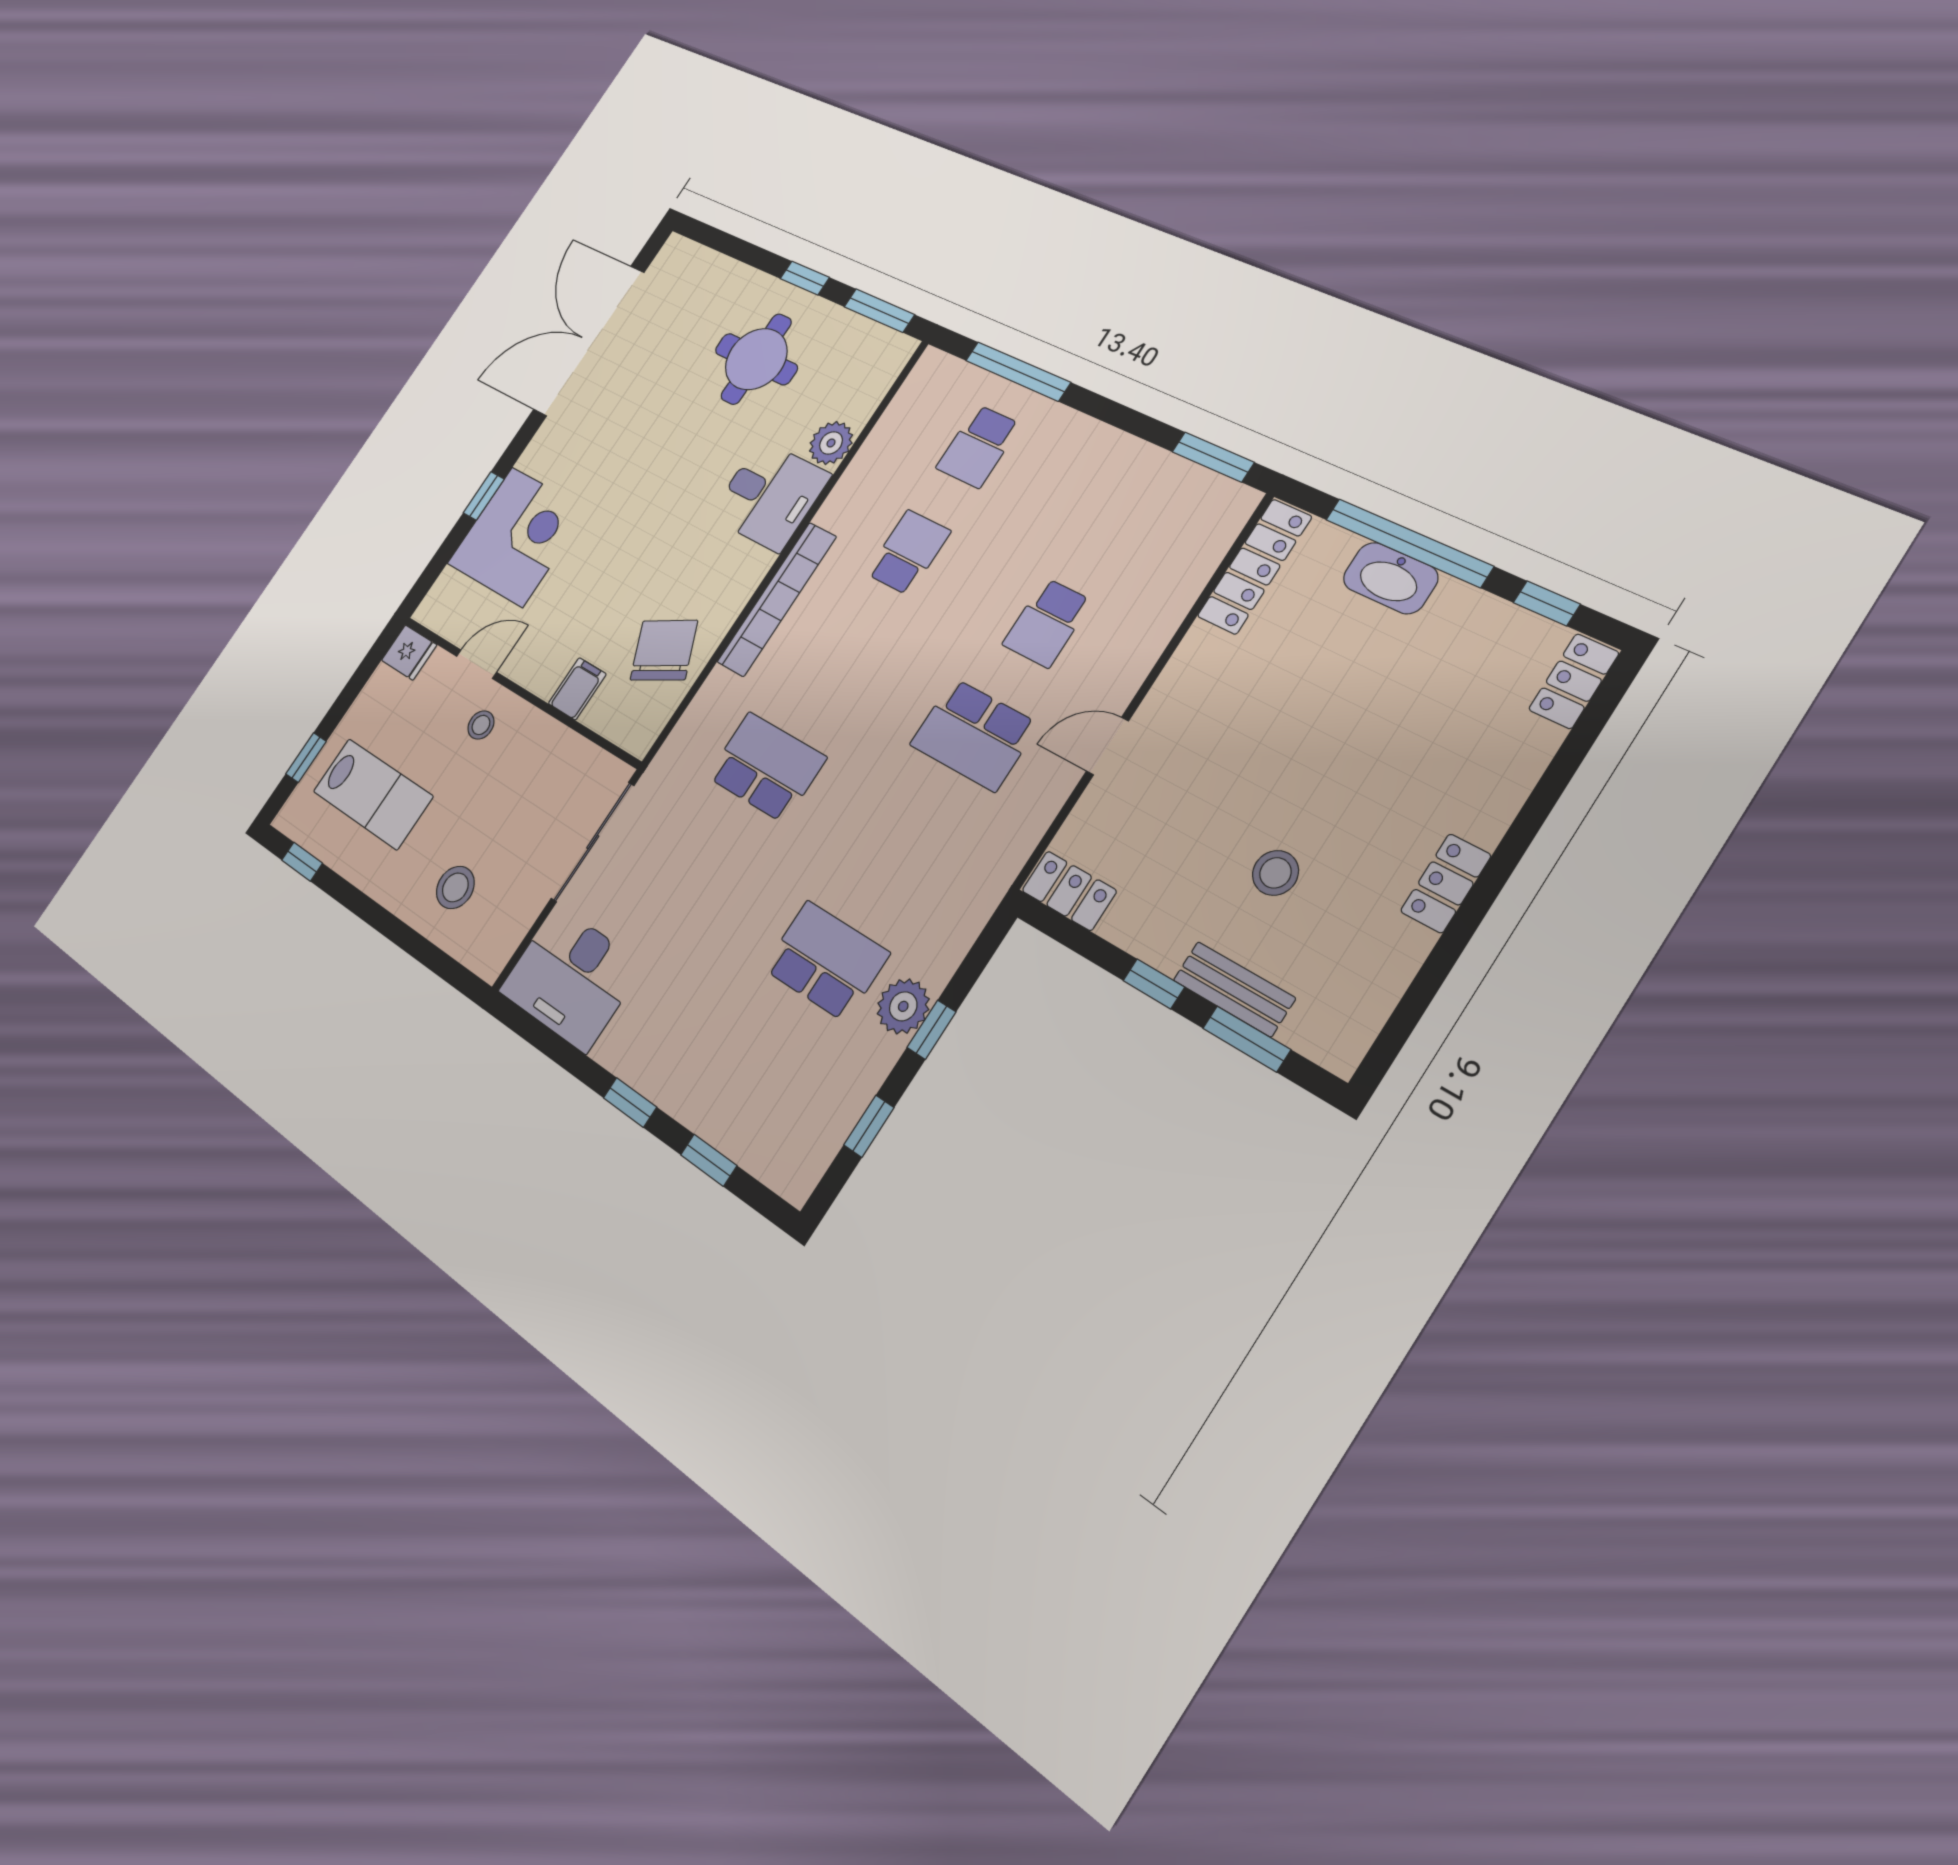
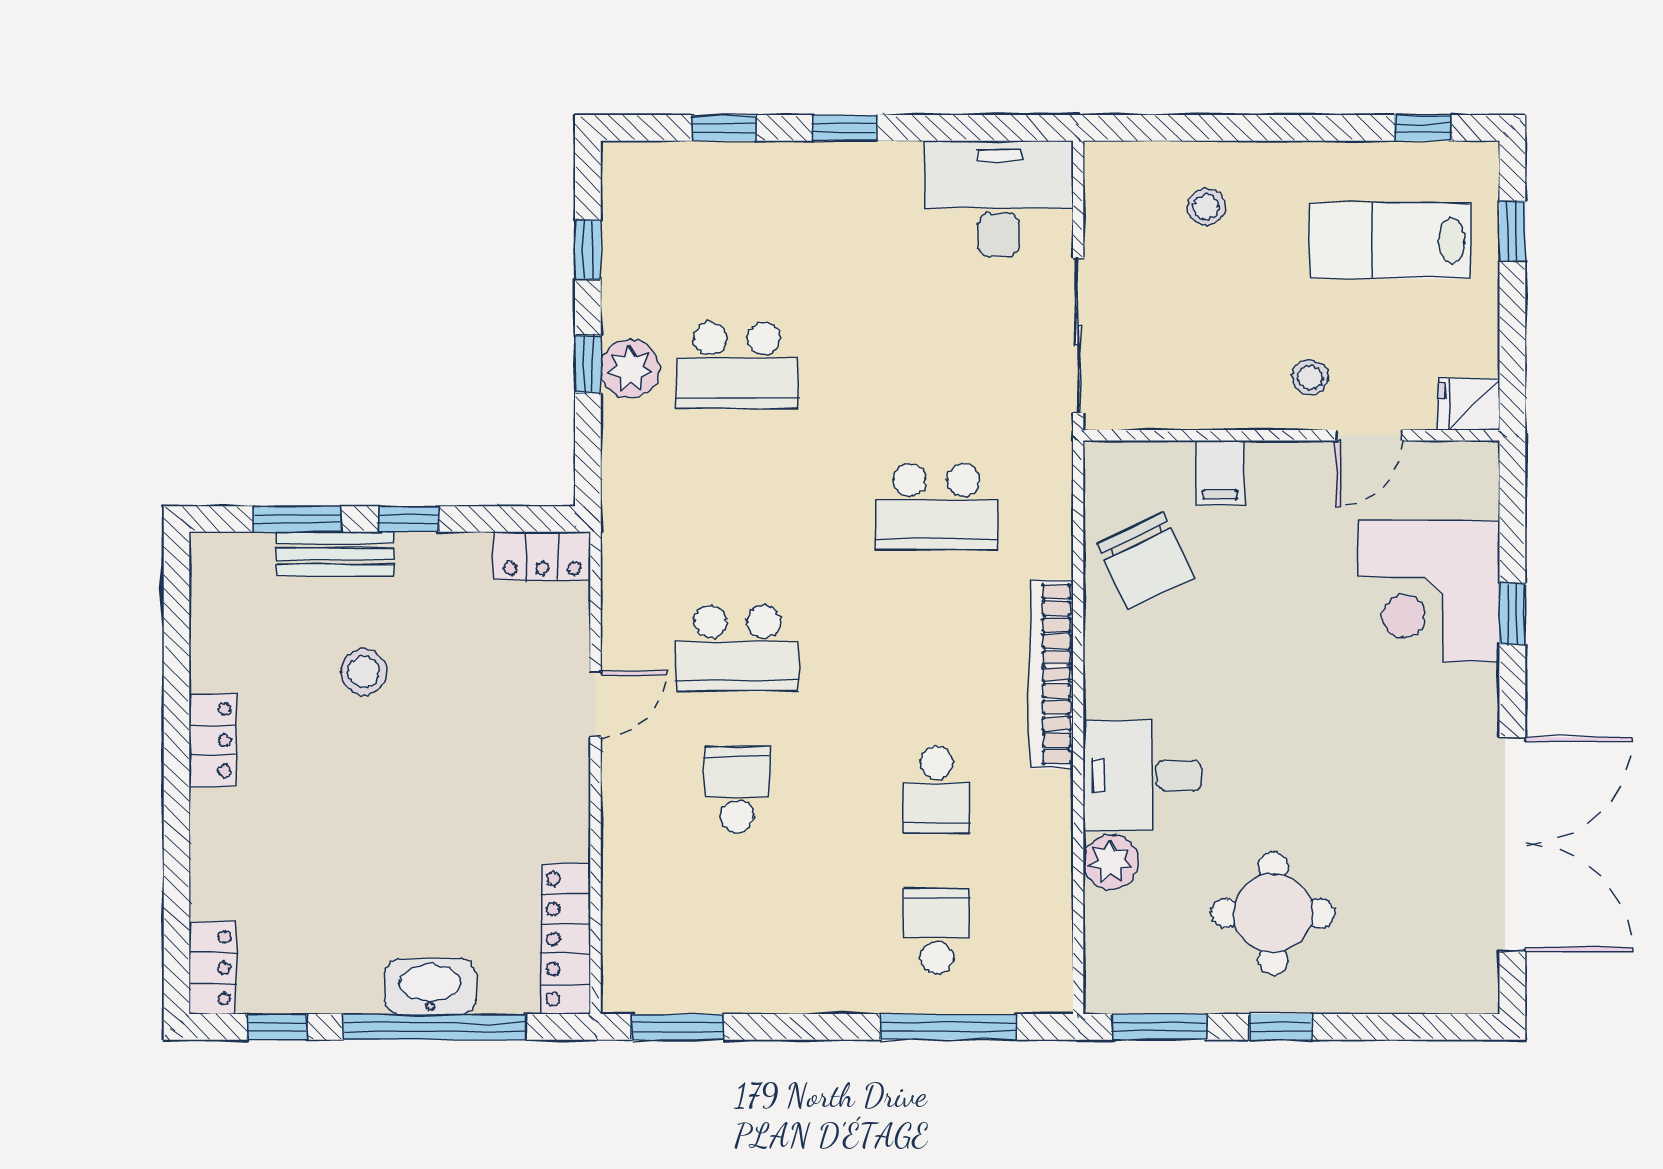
school desk: (974, 734) -> (737, 648), turned 180
stool: (455, 887) -> (1206, 207), width x0.73, depth x0.73

